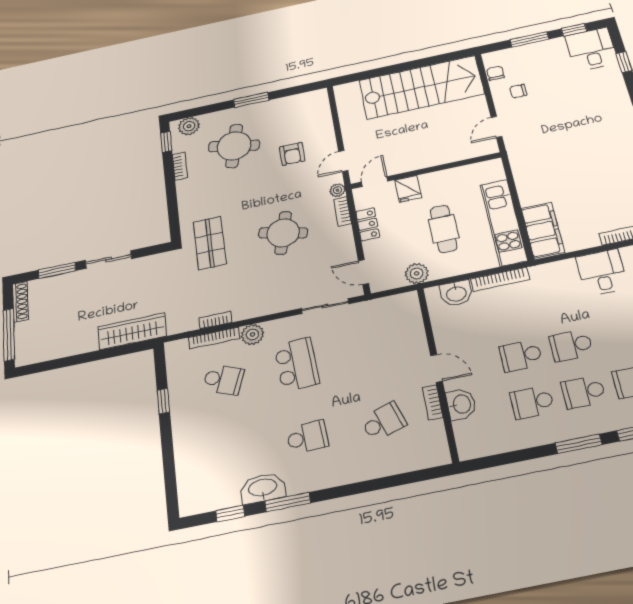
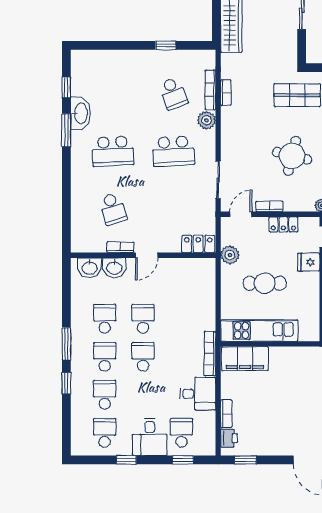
bookcase: (343, 211) -> (269, 206), moved
bookcase: (500, 279) -> (210, 354), moved
washbasin: (456, 293) -> (90, 268), moved, turned -90
locker: (410, 312) -> (198, 244), added
school desk: (223, 380) -> (173, 93), turned -42
school desk: (307, 437) -> (113, 151), width x1.85

